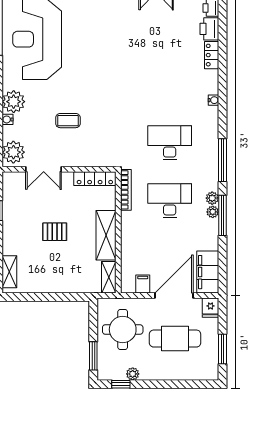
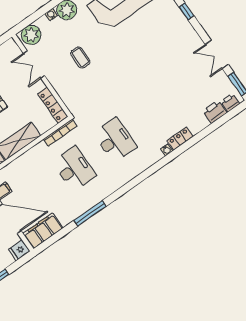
locker: (212, 55) -> (180, 139), moved
window: (223, 160) -> (129, 186), removed
plant: (212, 198) -> (97, 197), removed
plant: (213, 212) -> (88, 205), removed

